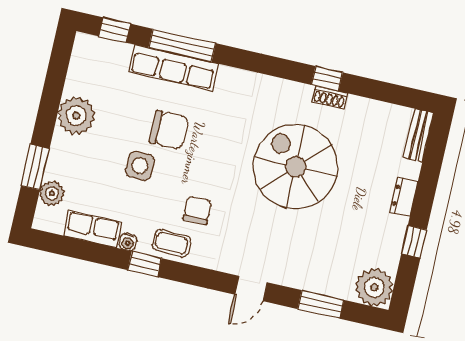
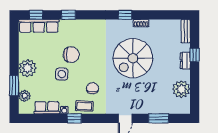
window: (182, 45) -> (68, 15), width x0.46
row of seats: (173, 68) -> (39, 26), moved
window: (327, 79) -> (125, 15), moved
plant: (76, 116) -> (28, 68), moved
spiral stairs: (296, 167) -> (133, 58), turned -90
window: (414, 242) -> (195, 55), moved
plant: (374, 287) -> (181, 89), moved

